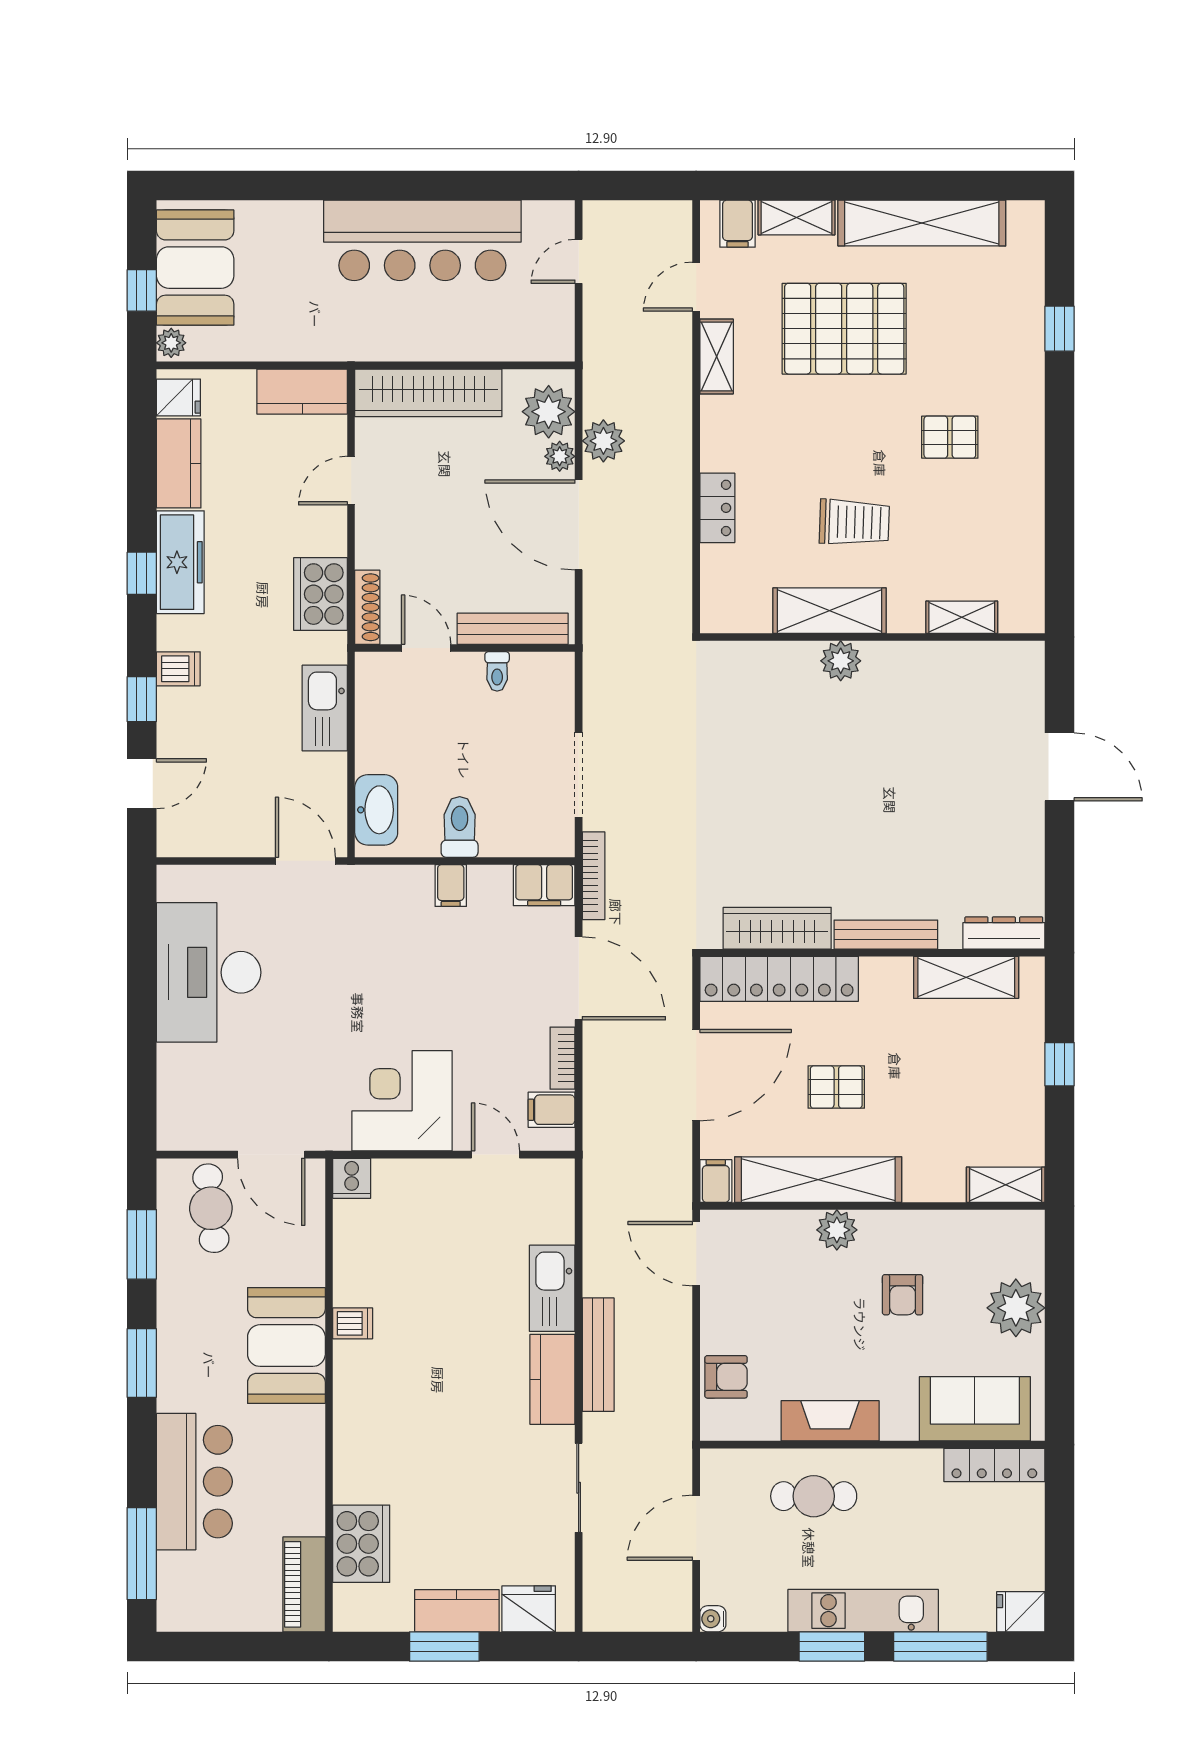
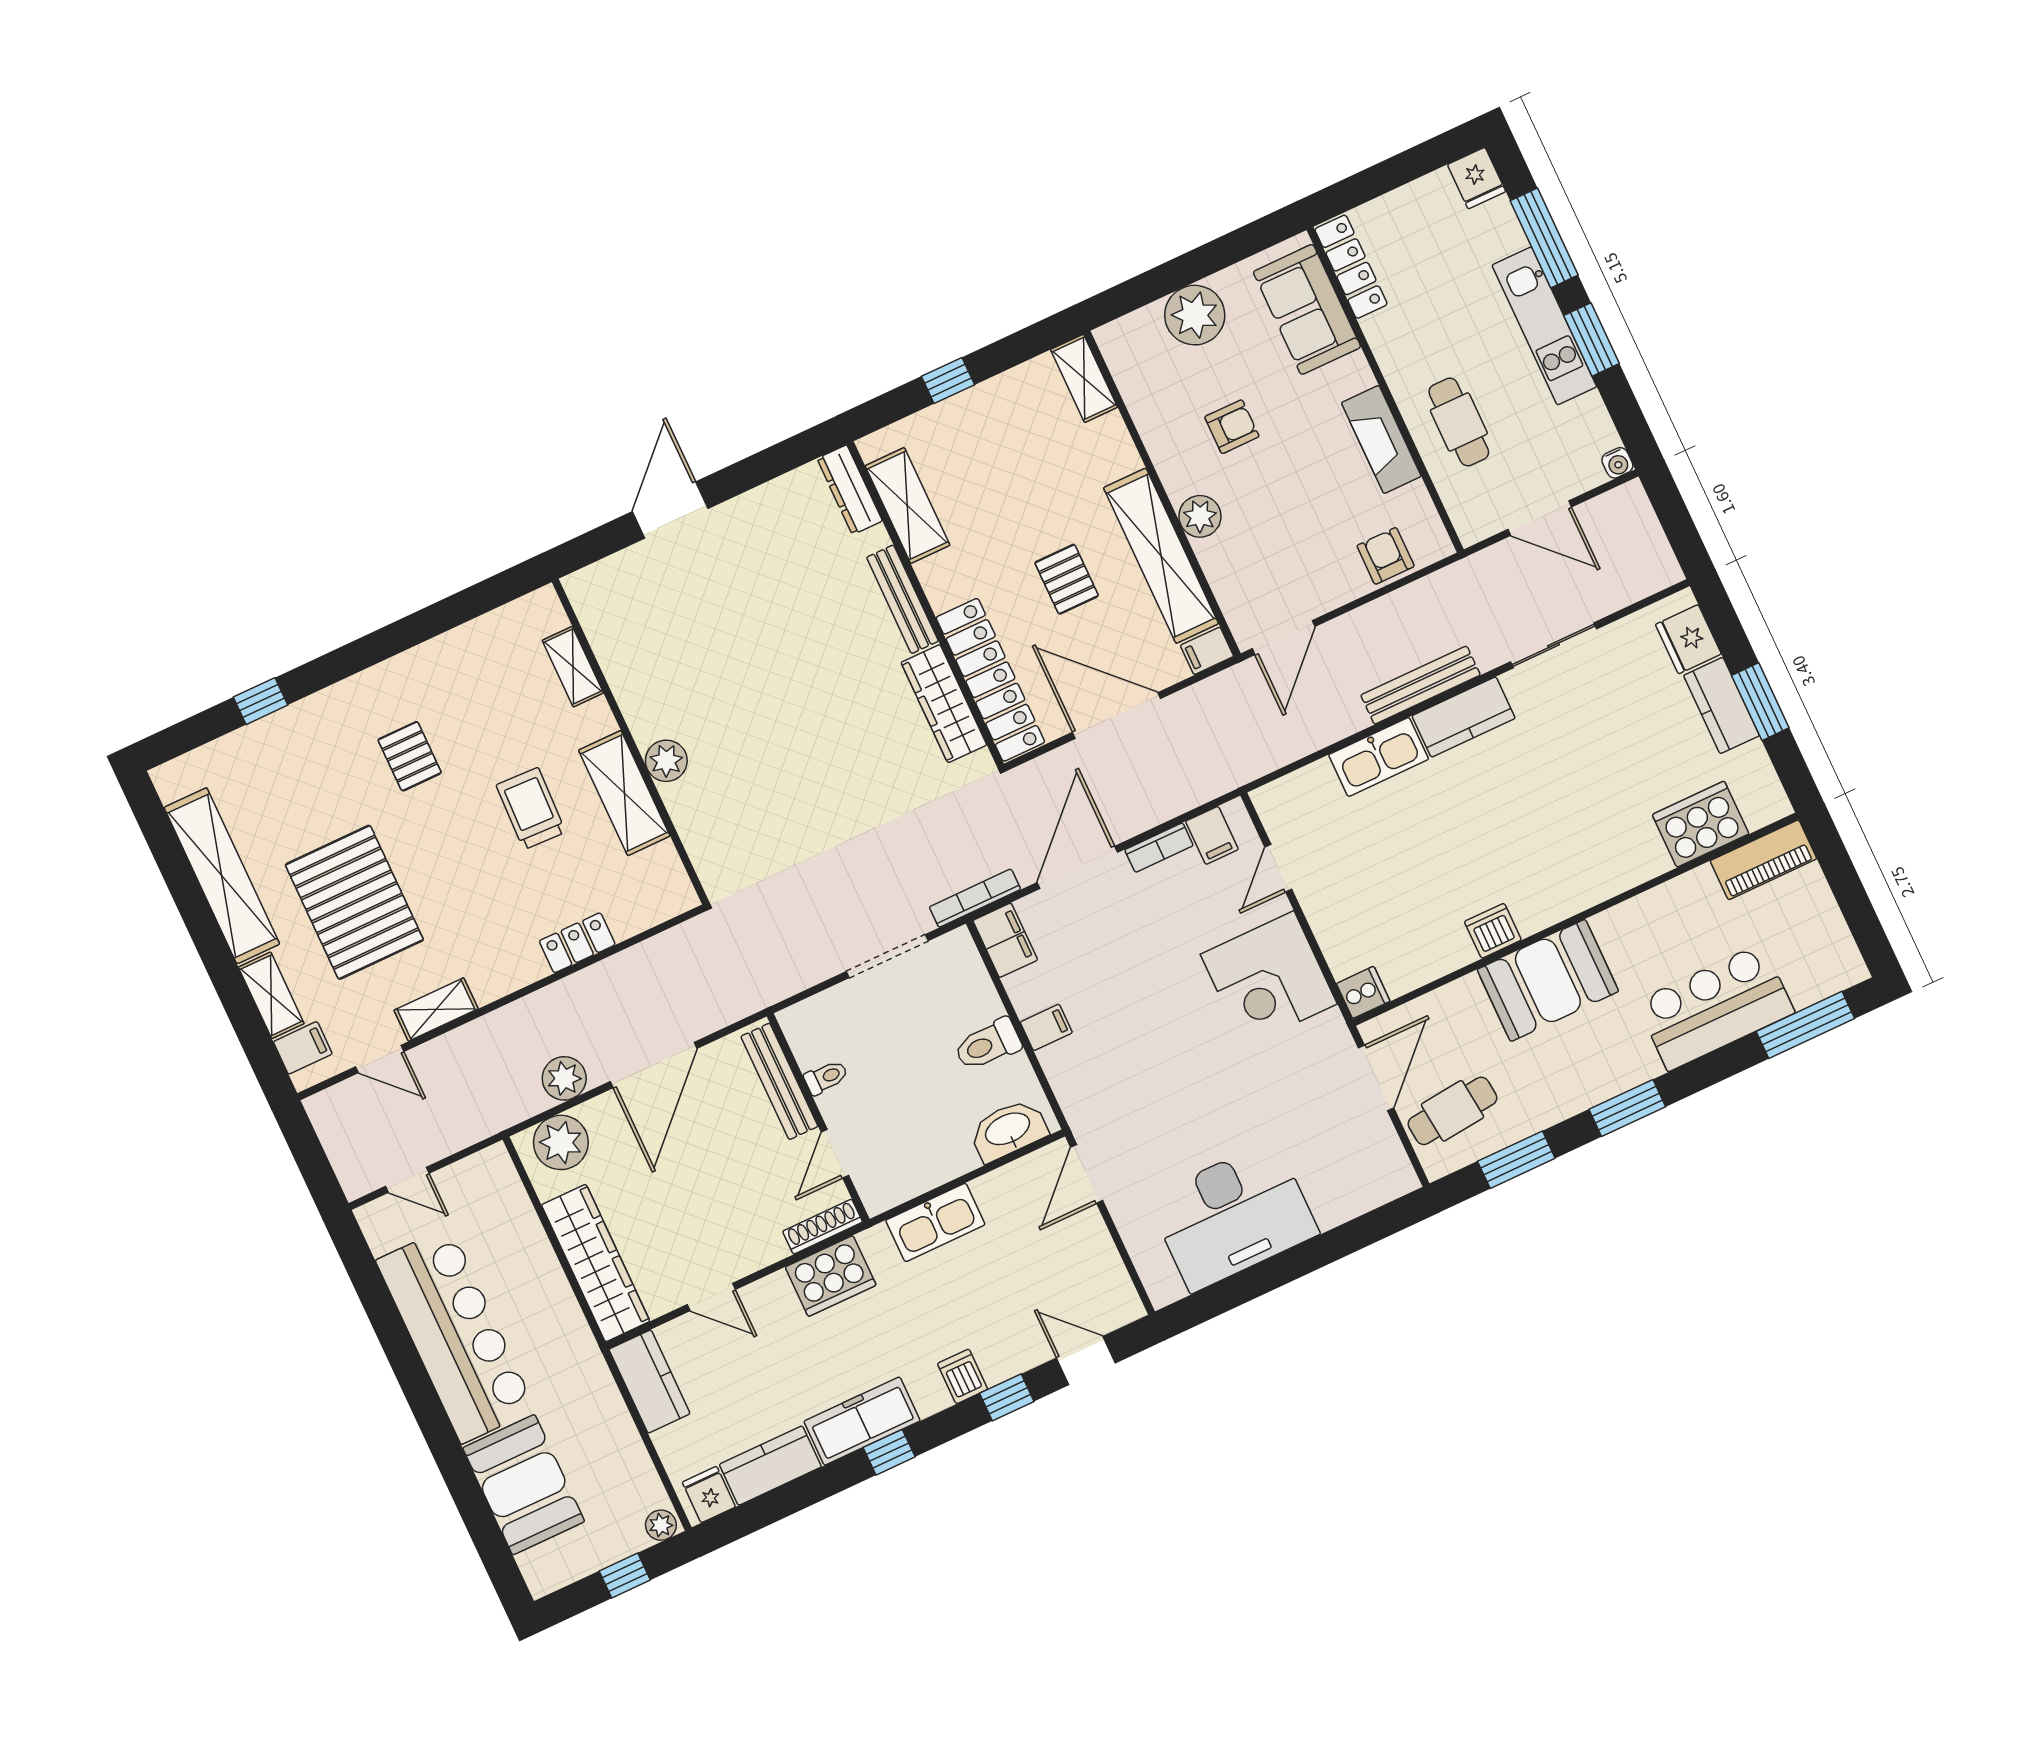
booth: (195, 268) -> (524, 1485), moved, turned 90
plant: (560, 456) -> (598, 1113), removed
dishwasher: (353, 1323) -> (1493, 931), width x1.38

